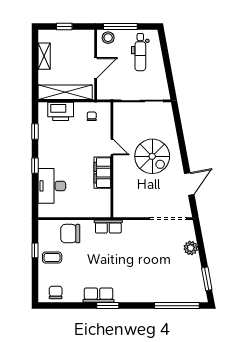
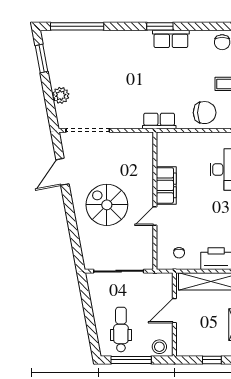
window: (120, 27) -> (131, 360), moved
door: (112, 147) -> (155, 216), hinge flipped

